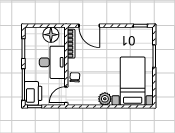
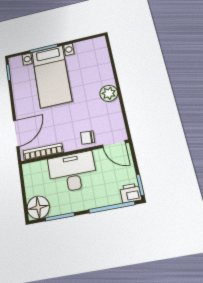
floor lamp: (51, 35) -> (38, 207), moved
bed with nightstands: (133, 81) -> (52, 76), moved, turned -90
printer: (33, 93) -> (131, 193), width x0.53, depth x0.68

